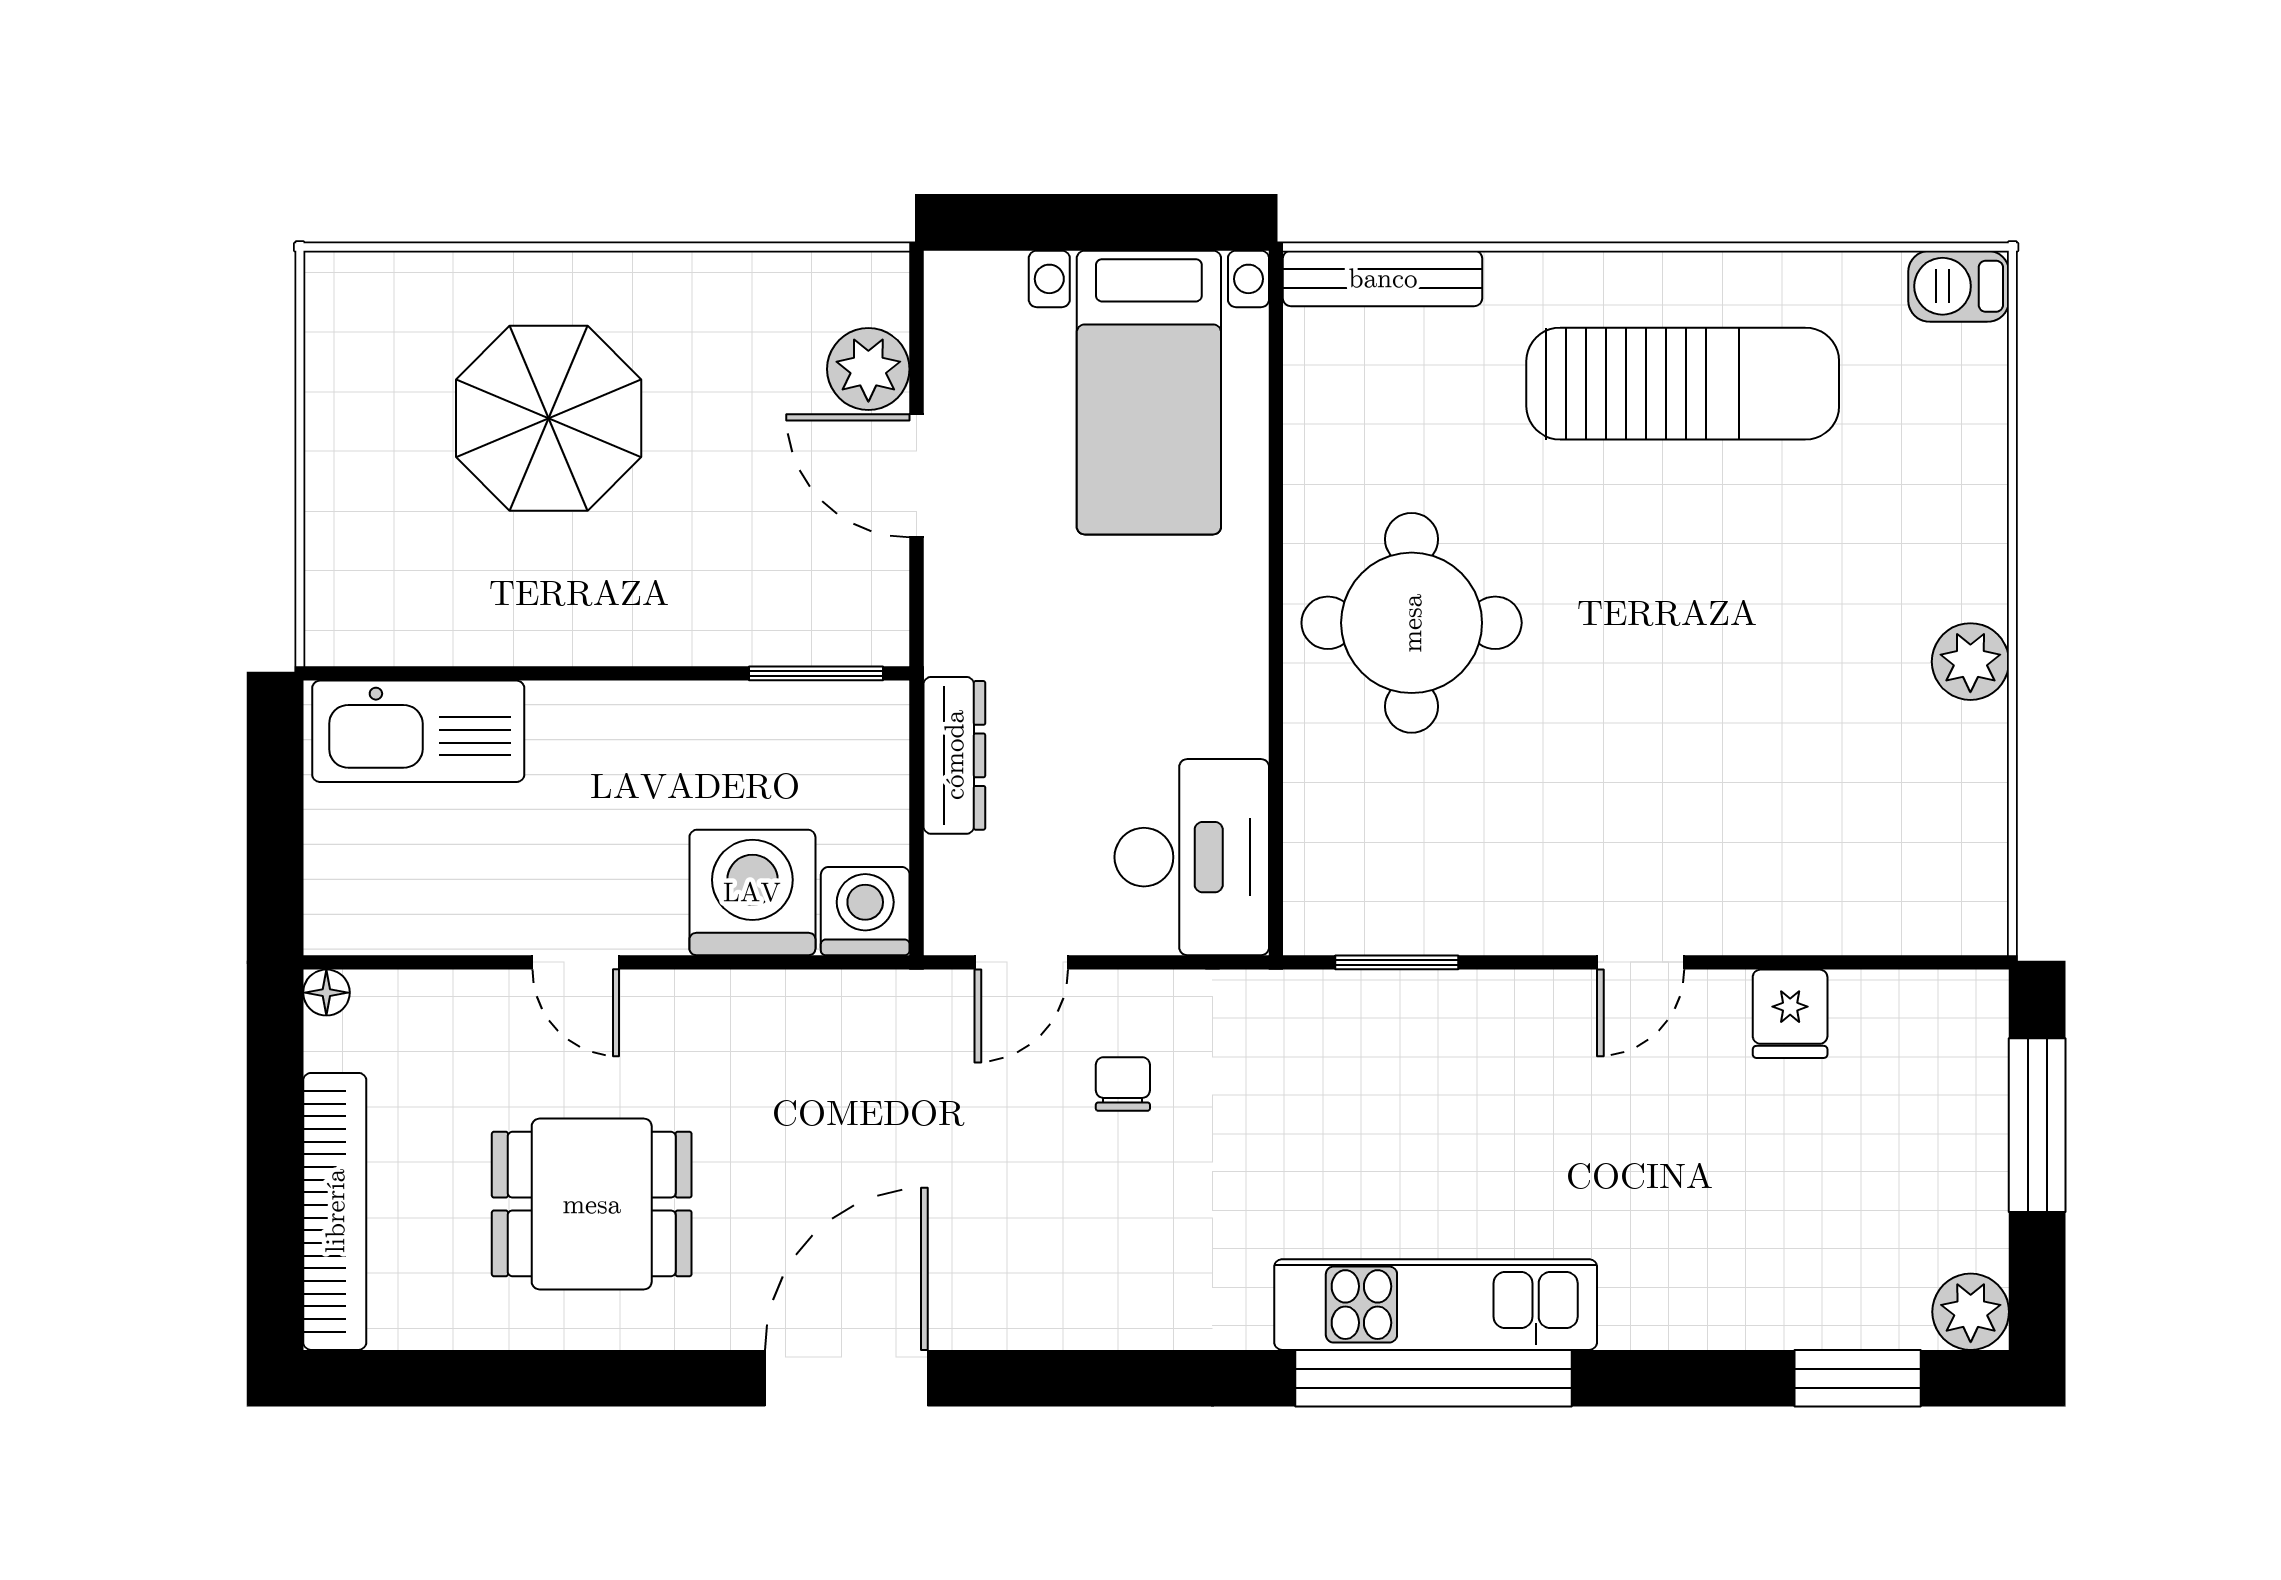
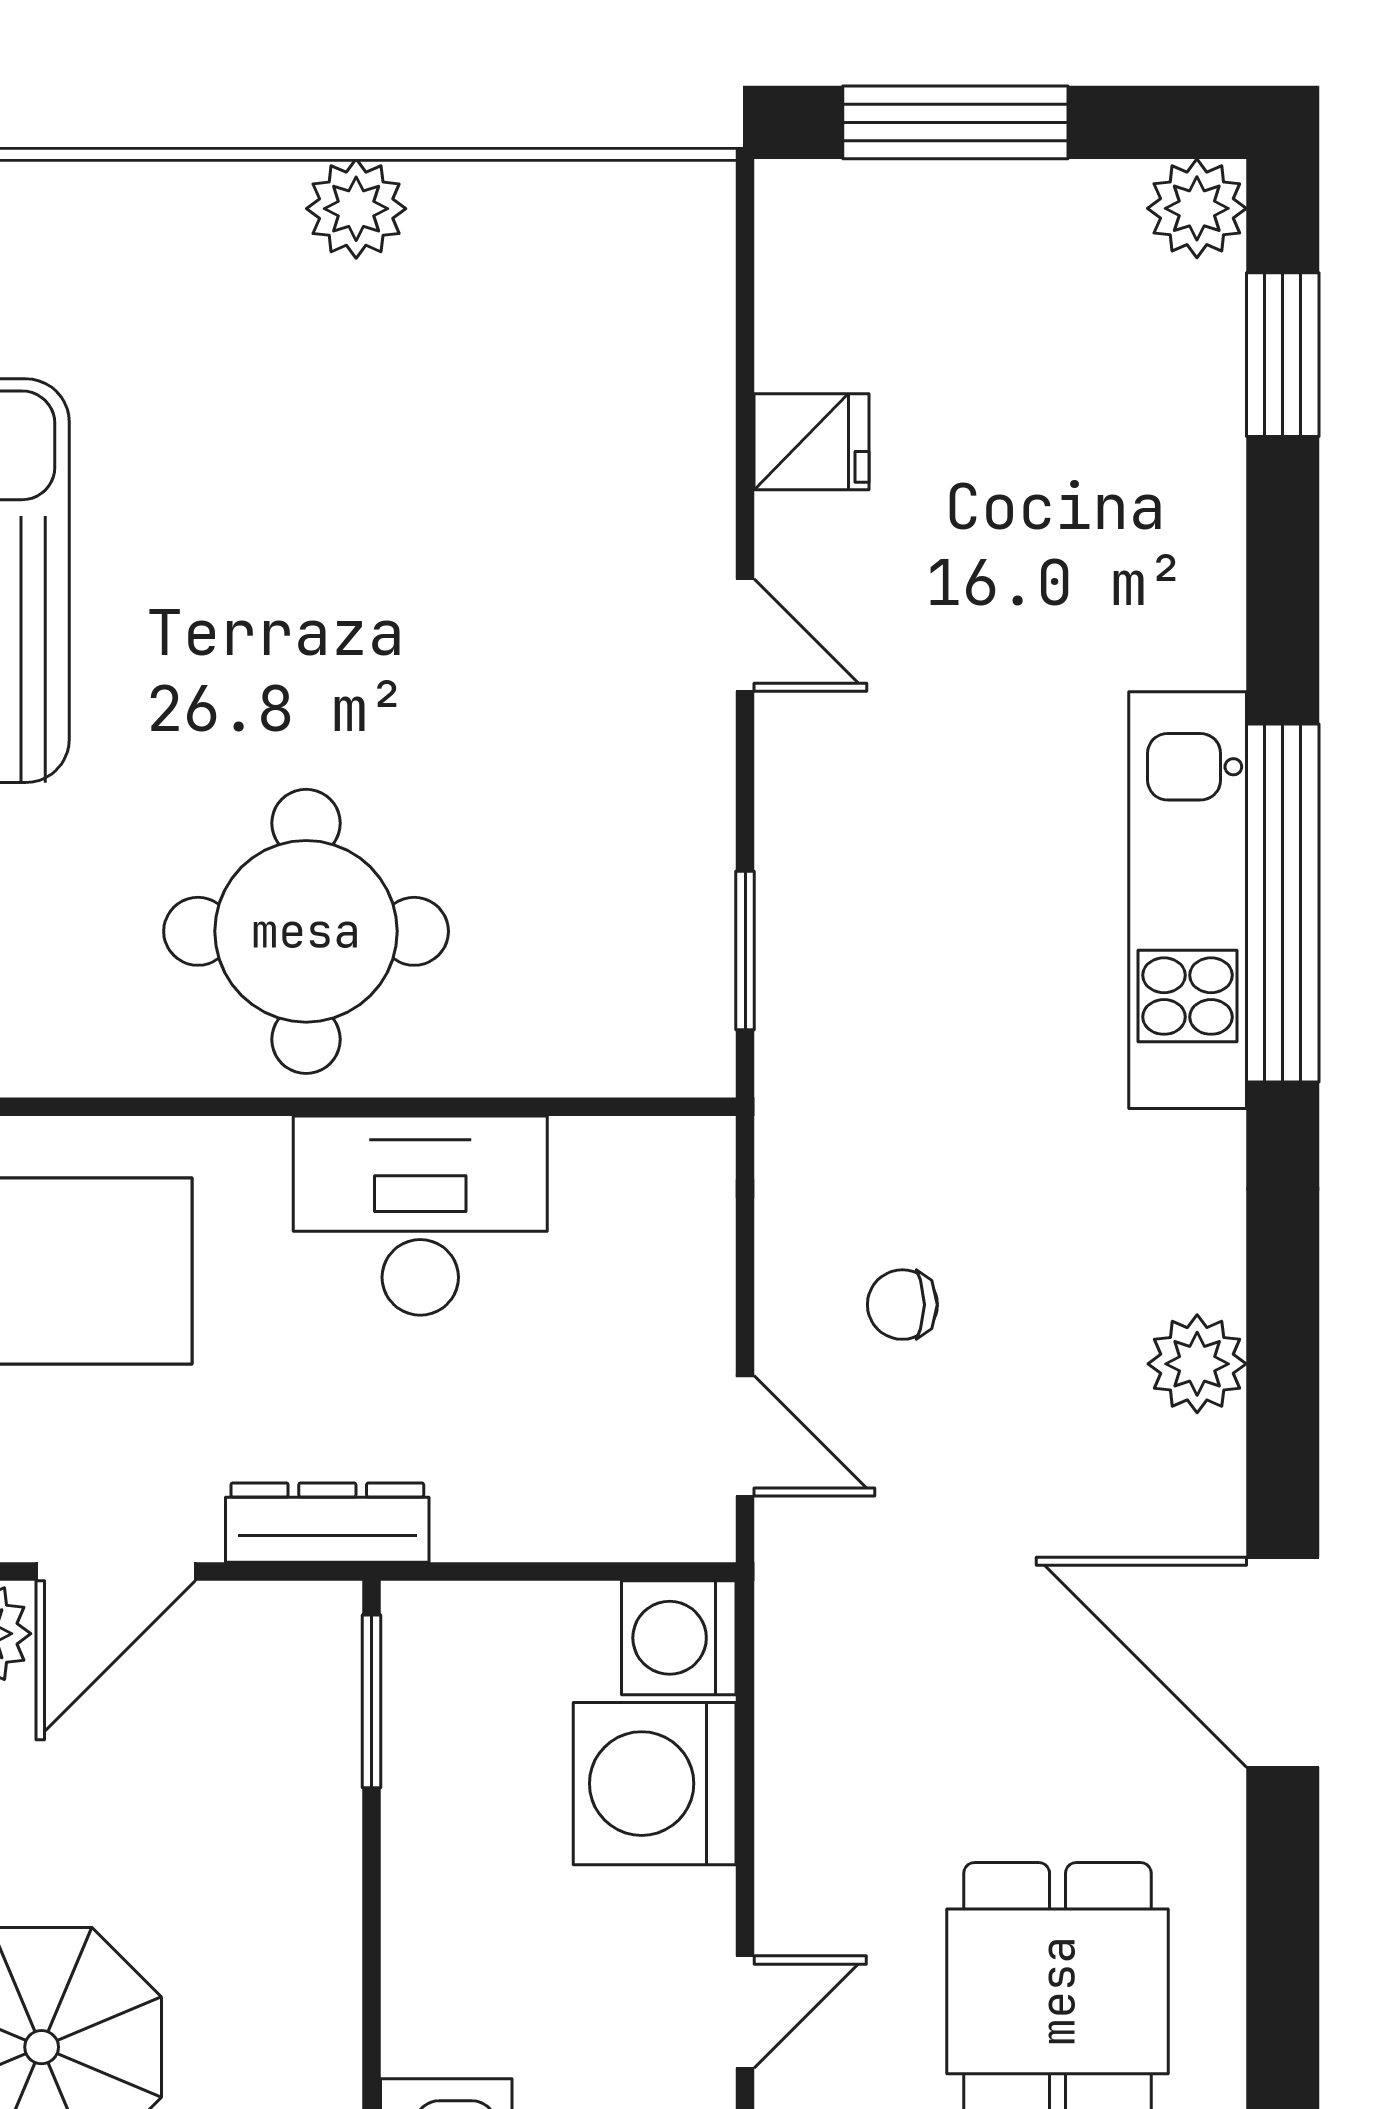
dresser: (954, 755) -> (327, 1523), moved
desk: (1192, 857) -> (420, 1216), moved
plant: (1077, 1312) -> (1197, 1364), added

